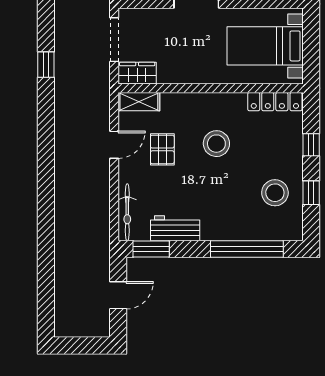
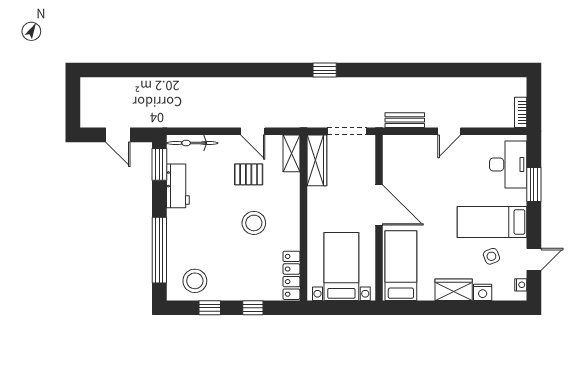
wardrobe: (137, 73) -> (317, 160), width x1.50
stool: (275, 193) -> (195, 281), moved

